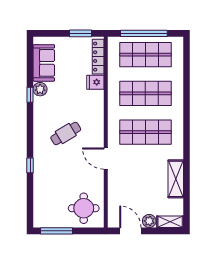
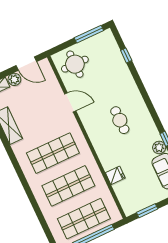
locker: (98, 57) -> (123, 198), removed
cafe table: (66, 134) -> (120, 120), turned -59
door: (106, 159) -> (70, 102), moved
window: (30, 165) -> (126, 55), moved

